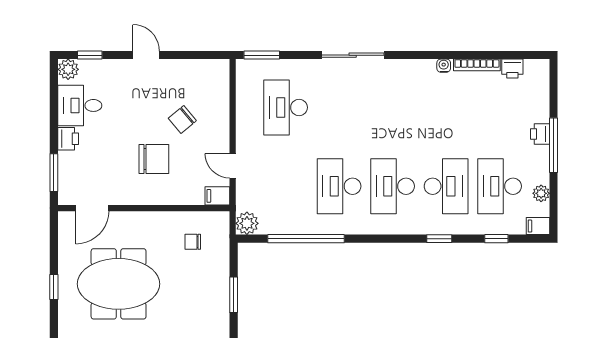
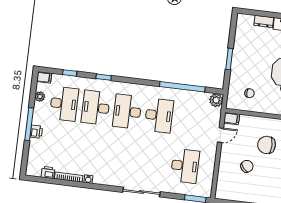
door: (233, 166) -> (220, 135), hinge flipped
desk: (393, 186) -> (127, 112), turned 180

